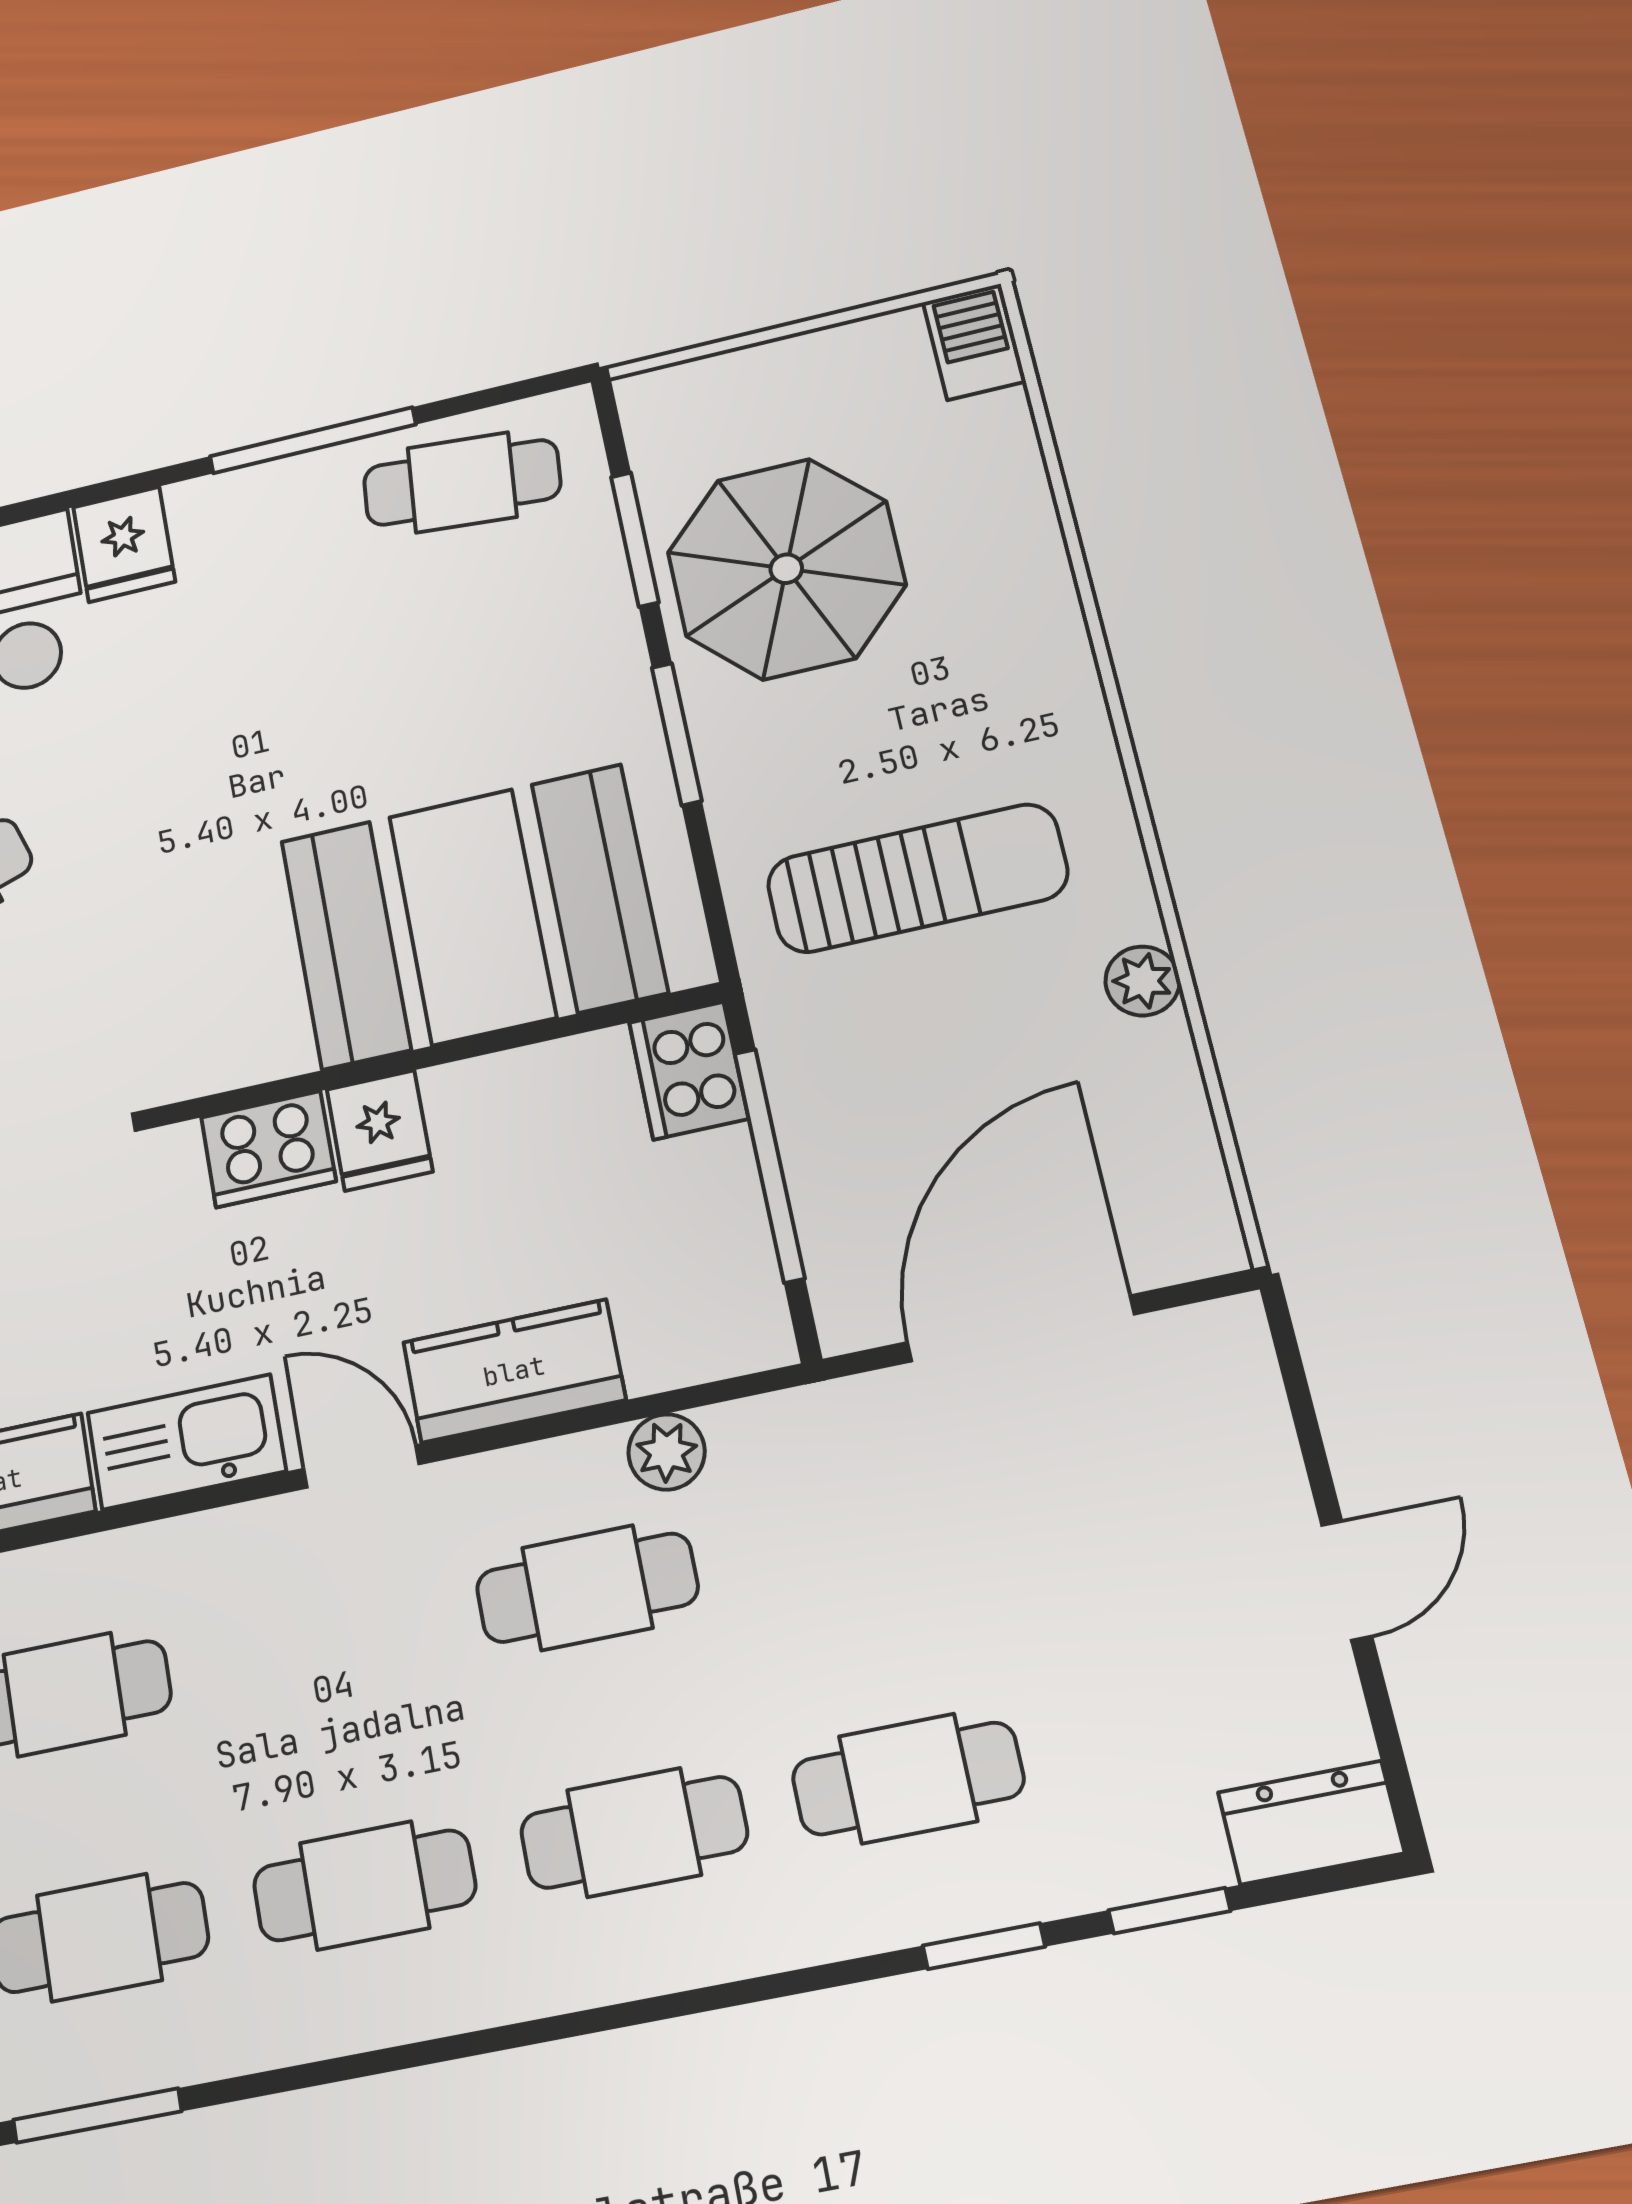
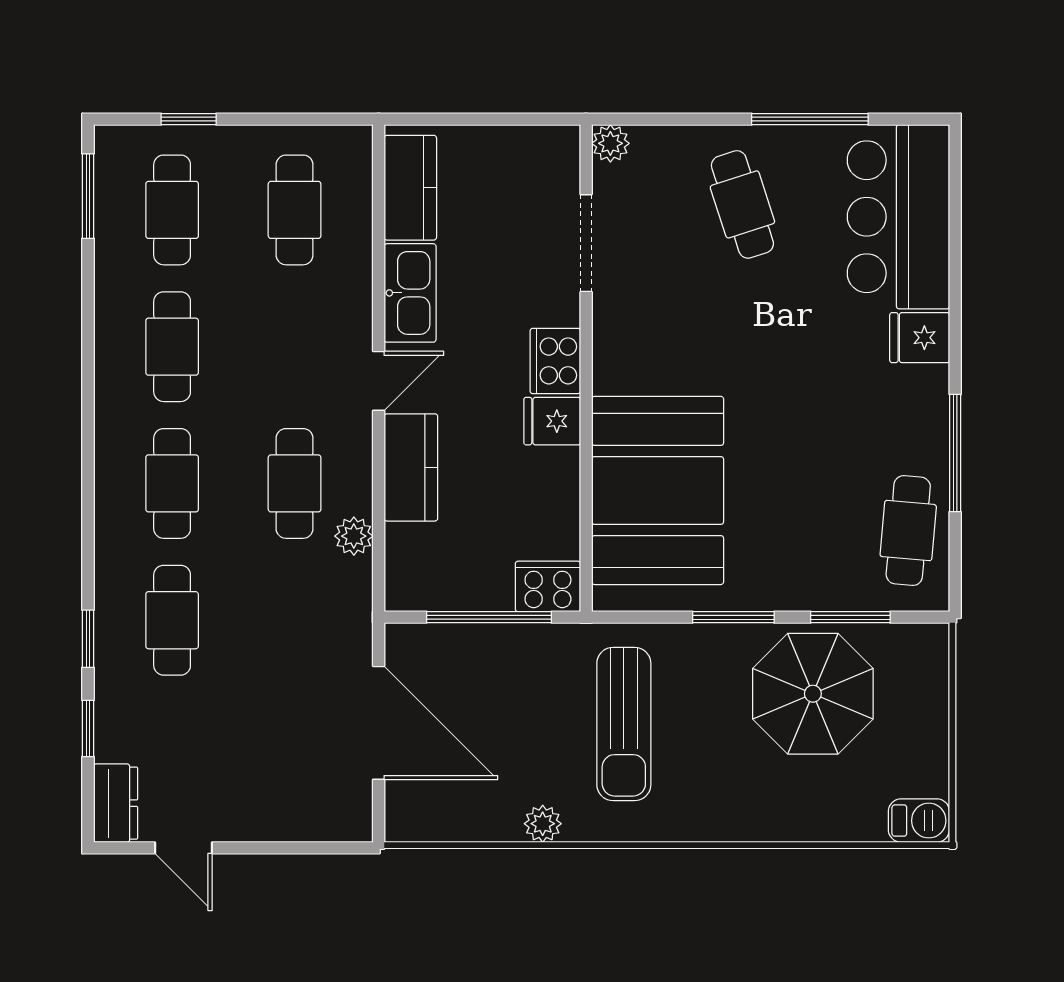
door: (1347, 1580) -> (184, 848), moved

